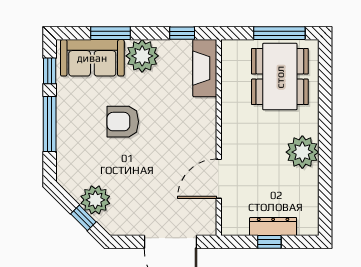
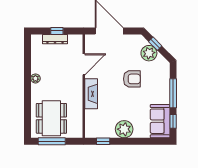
window: (110, 33) -> (141, 141), removed
sofa: (92, 58) -> (160, 121), moved, turned -90
fireplace: (205, 68) -> (91, 94), moved
armchair: (123, 122) -> (132, 79), moved
plant: (302, 152) -> (35, 78), width x0.53, depth x0.53

